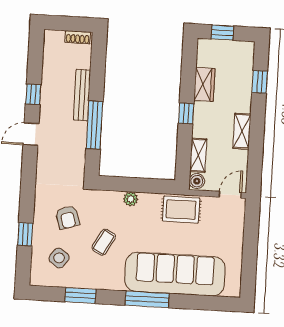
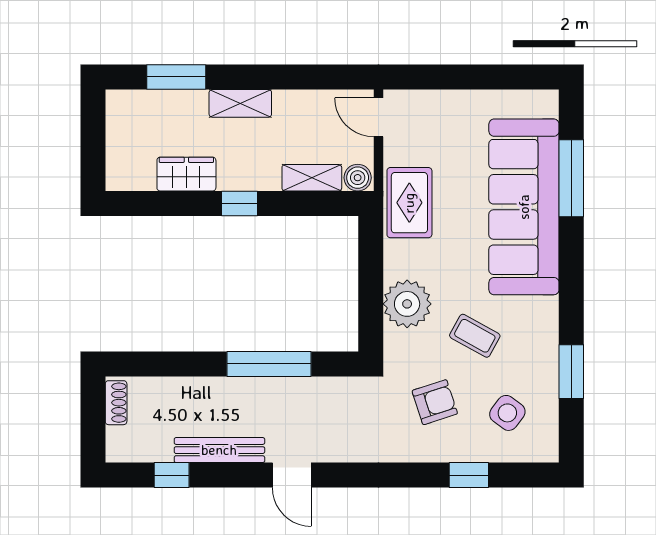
window: (222, 33) -> (93, 148), removed
window: (260, 82) -> (176, 77), width x1.50
window: (33, 94) -> (172, 475), moved
bench: (82, 95) -> (219, 450), moved
shelving: (242, 131) -> (240, 103), moved
plant: (131, 199) -> (407, 304), width x1.88, depth x1.88
window: (147, 299) -> (571, 178), moved

